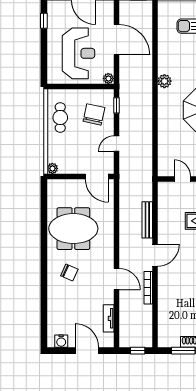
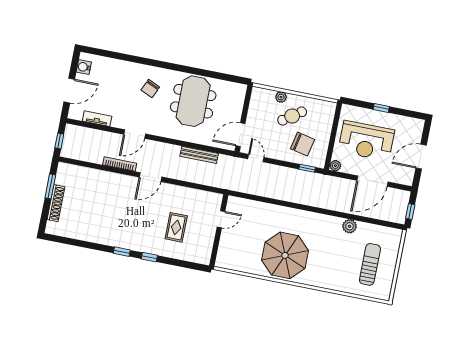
window: (44, 21) -> (381, 108), moved
plant: (164, 81) -> (350, 226), moved
cafe table: (60, 118) -> (292, 116), moved, turned -35
door: (116, 144) -> (256, 158), moved
plant: (52, 168) -> (281, 97), moved
bench: (147, 220) -> (199, 155), moved
door: (155, 255) -> (151, 177), hinge flipped

